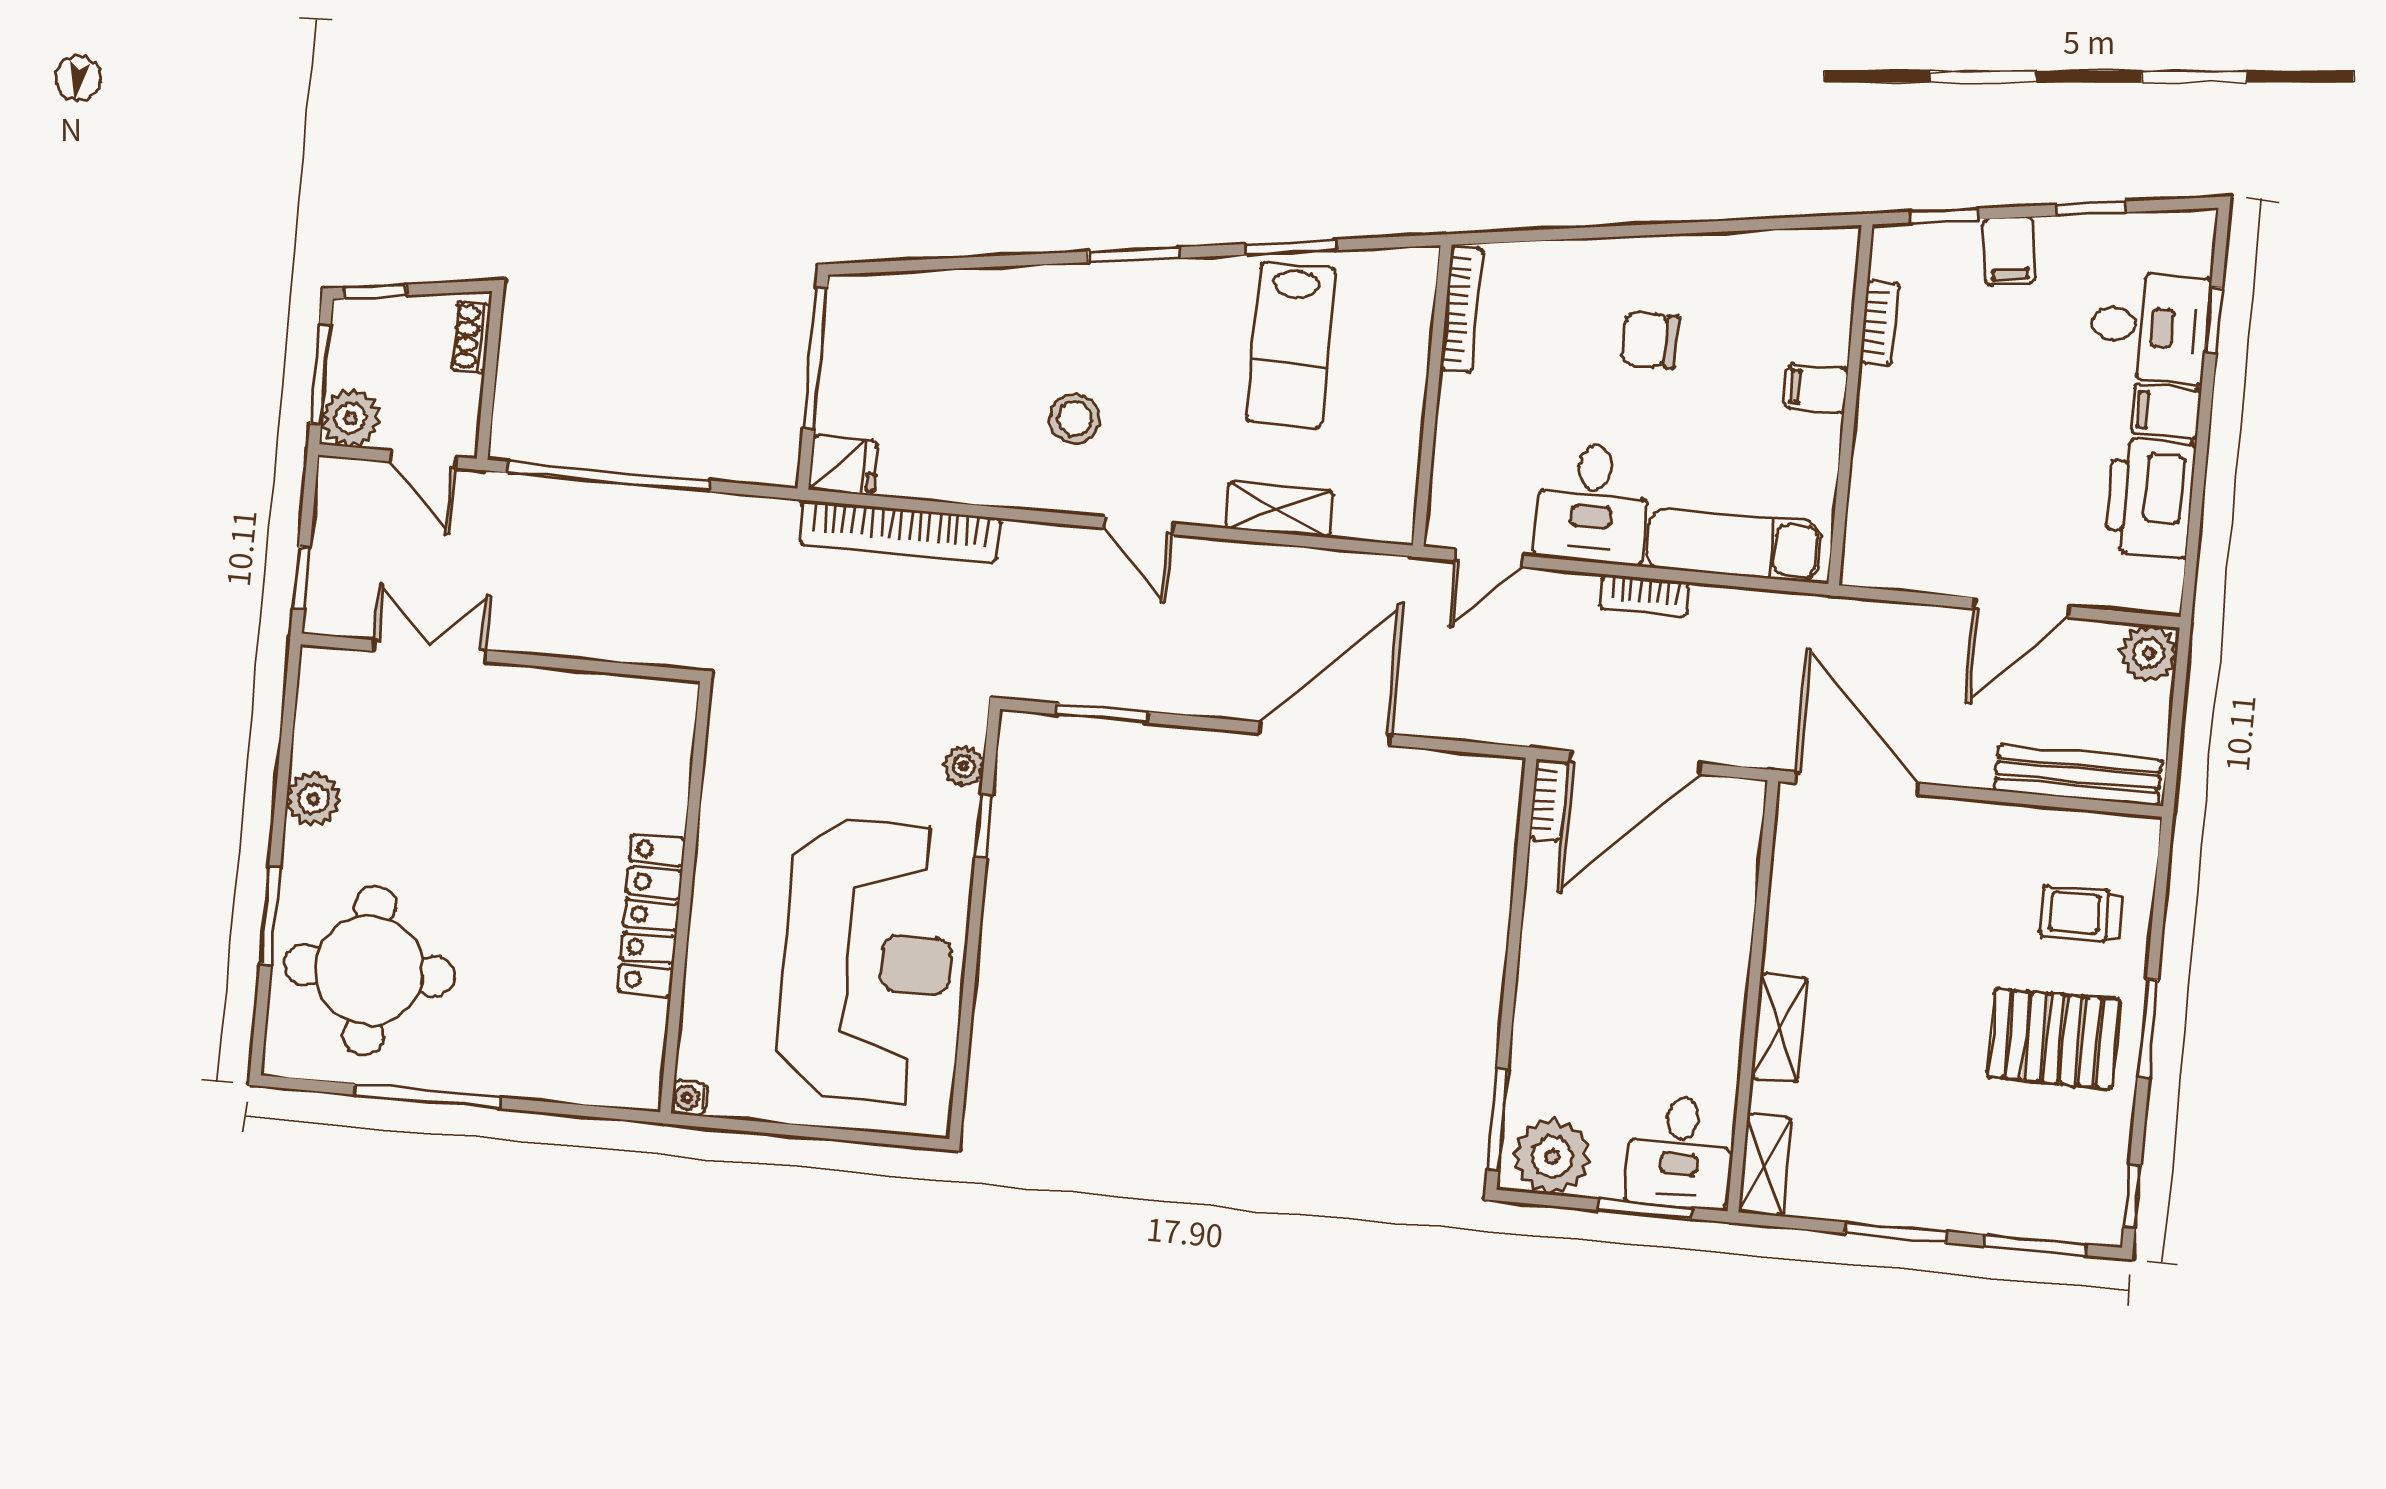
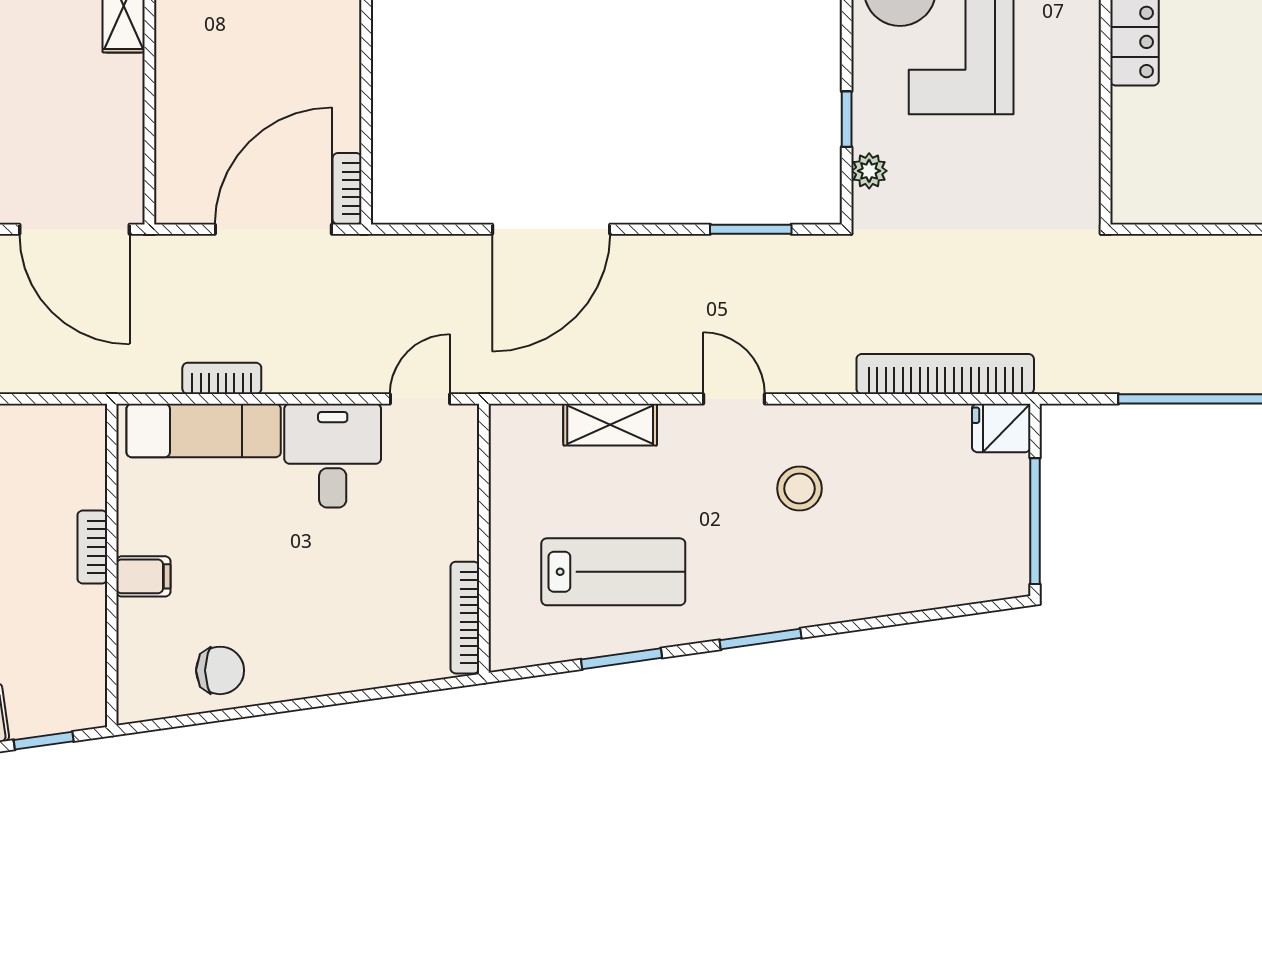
bookcase: (1880, 323) -> (92, 547), moved
chair: (1650, 340) -> (220, 670), moved
lab bench: (1291, 345) -> (613, 572), turned 90
bookcase: (1645, 596) -> (222, 378), moved

